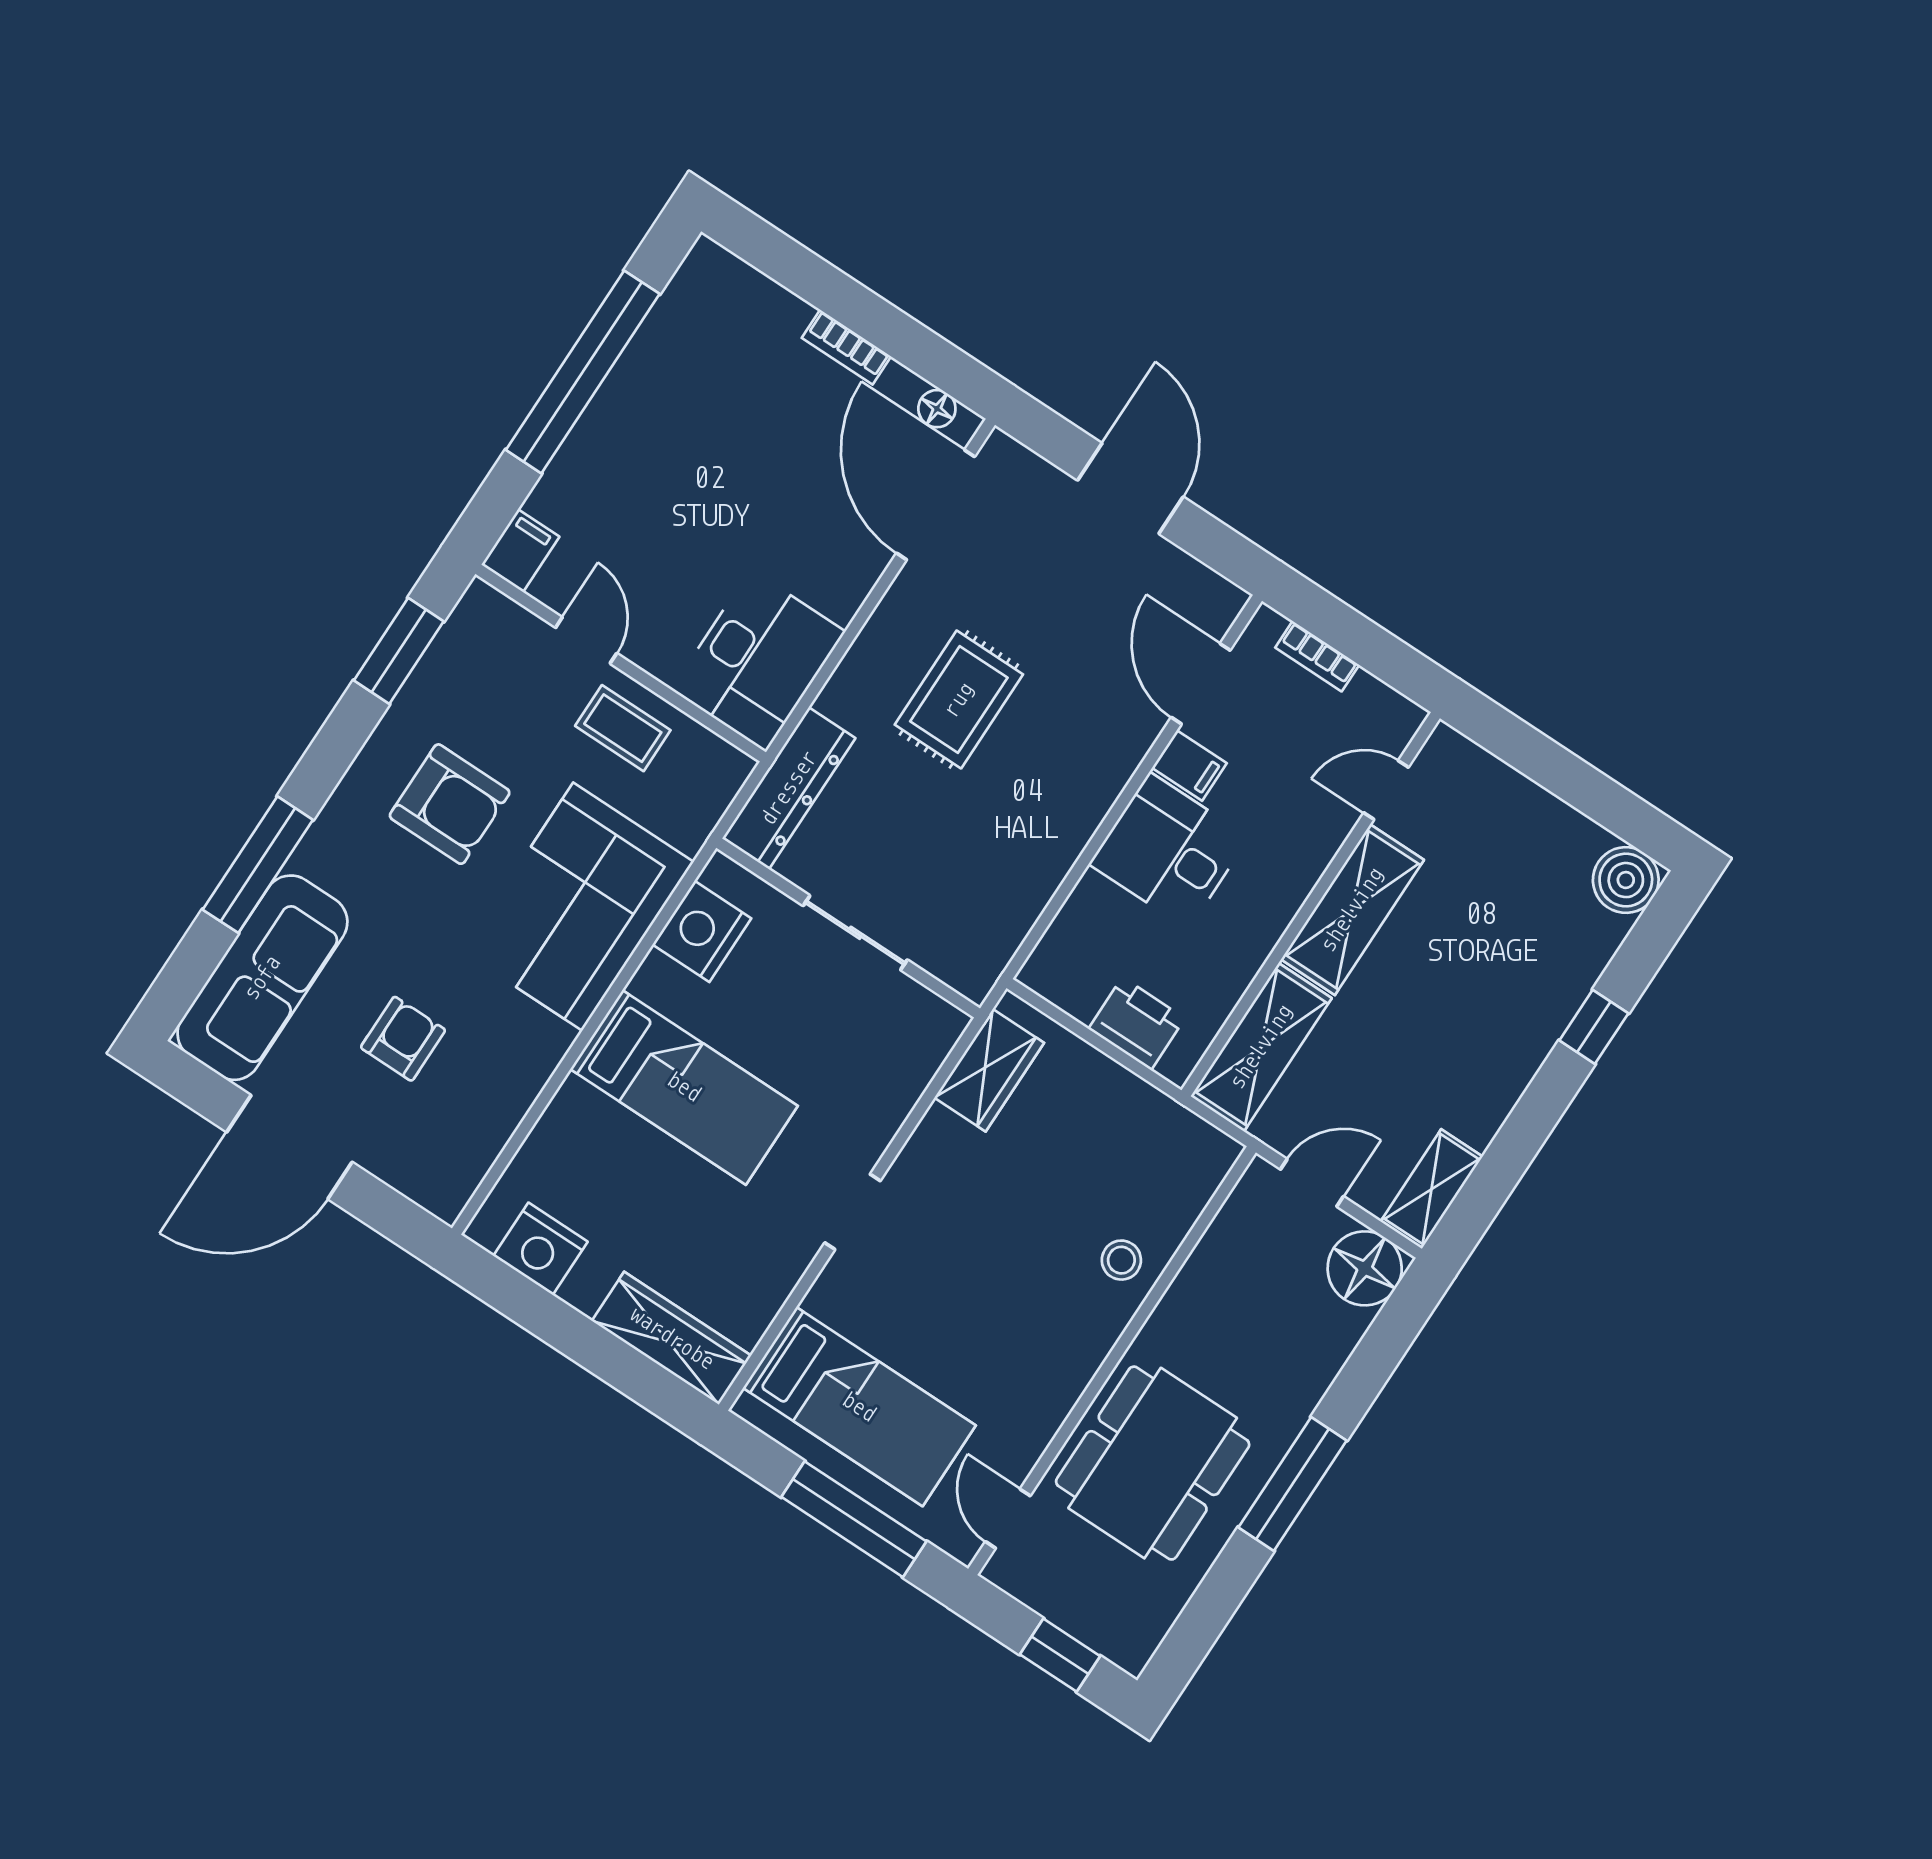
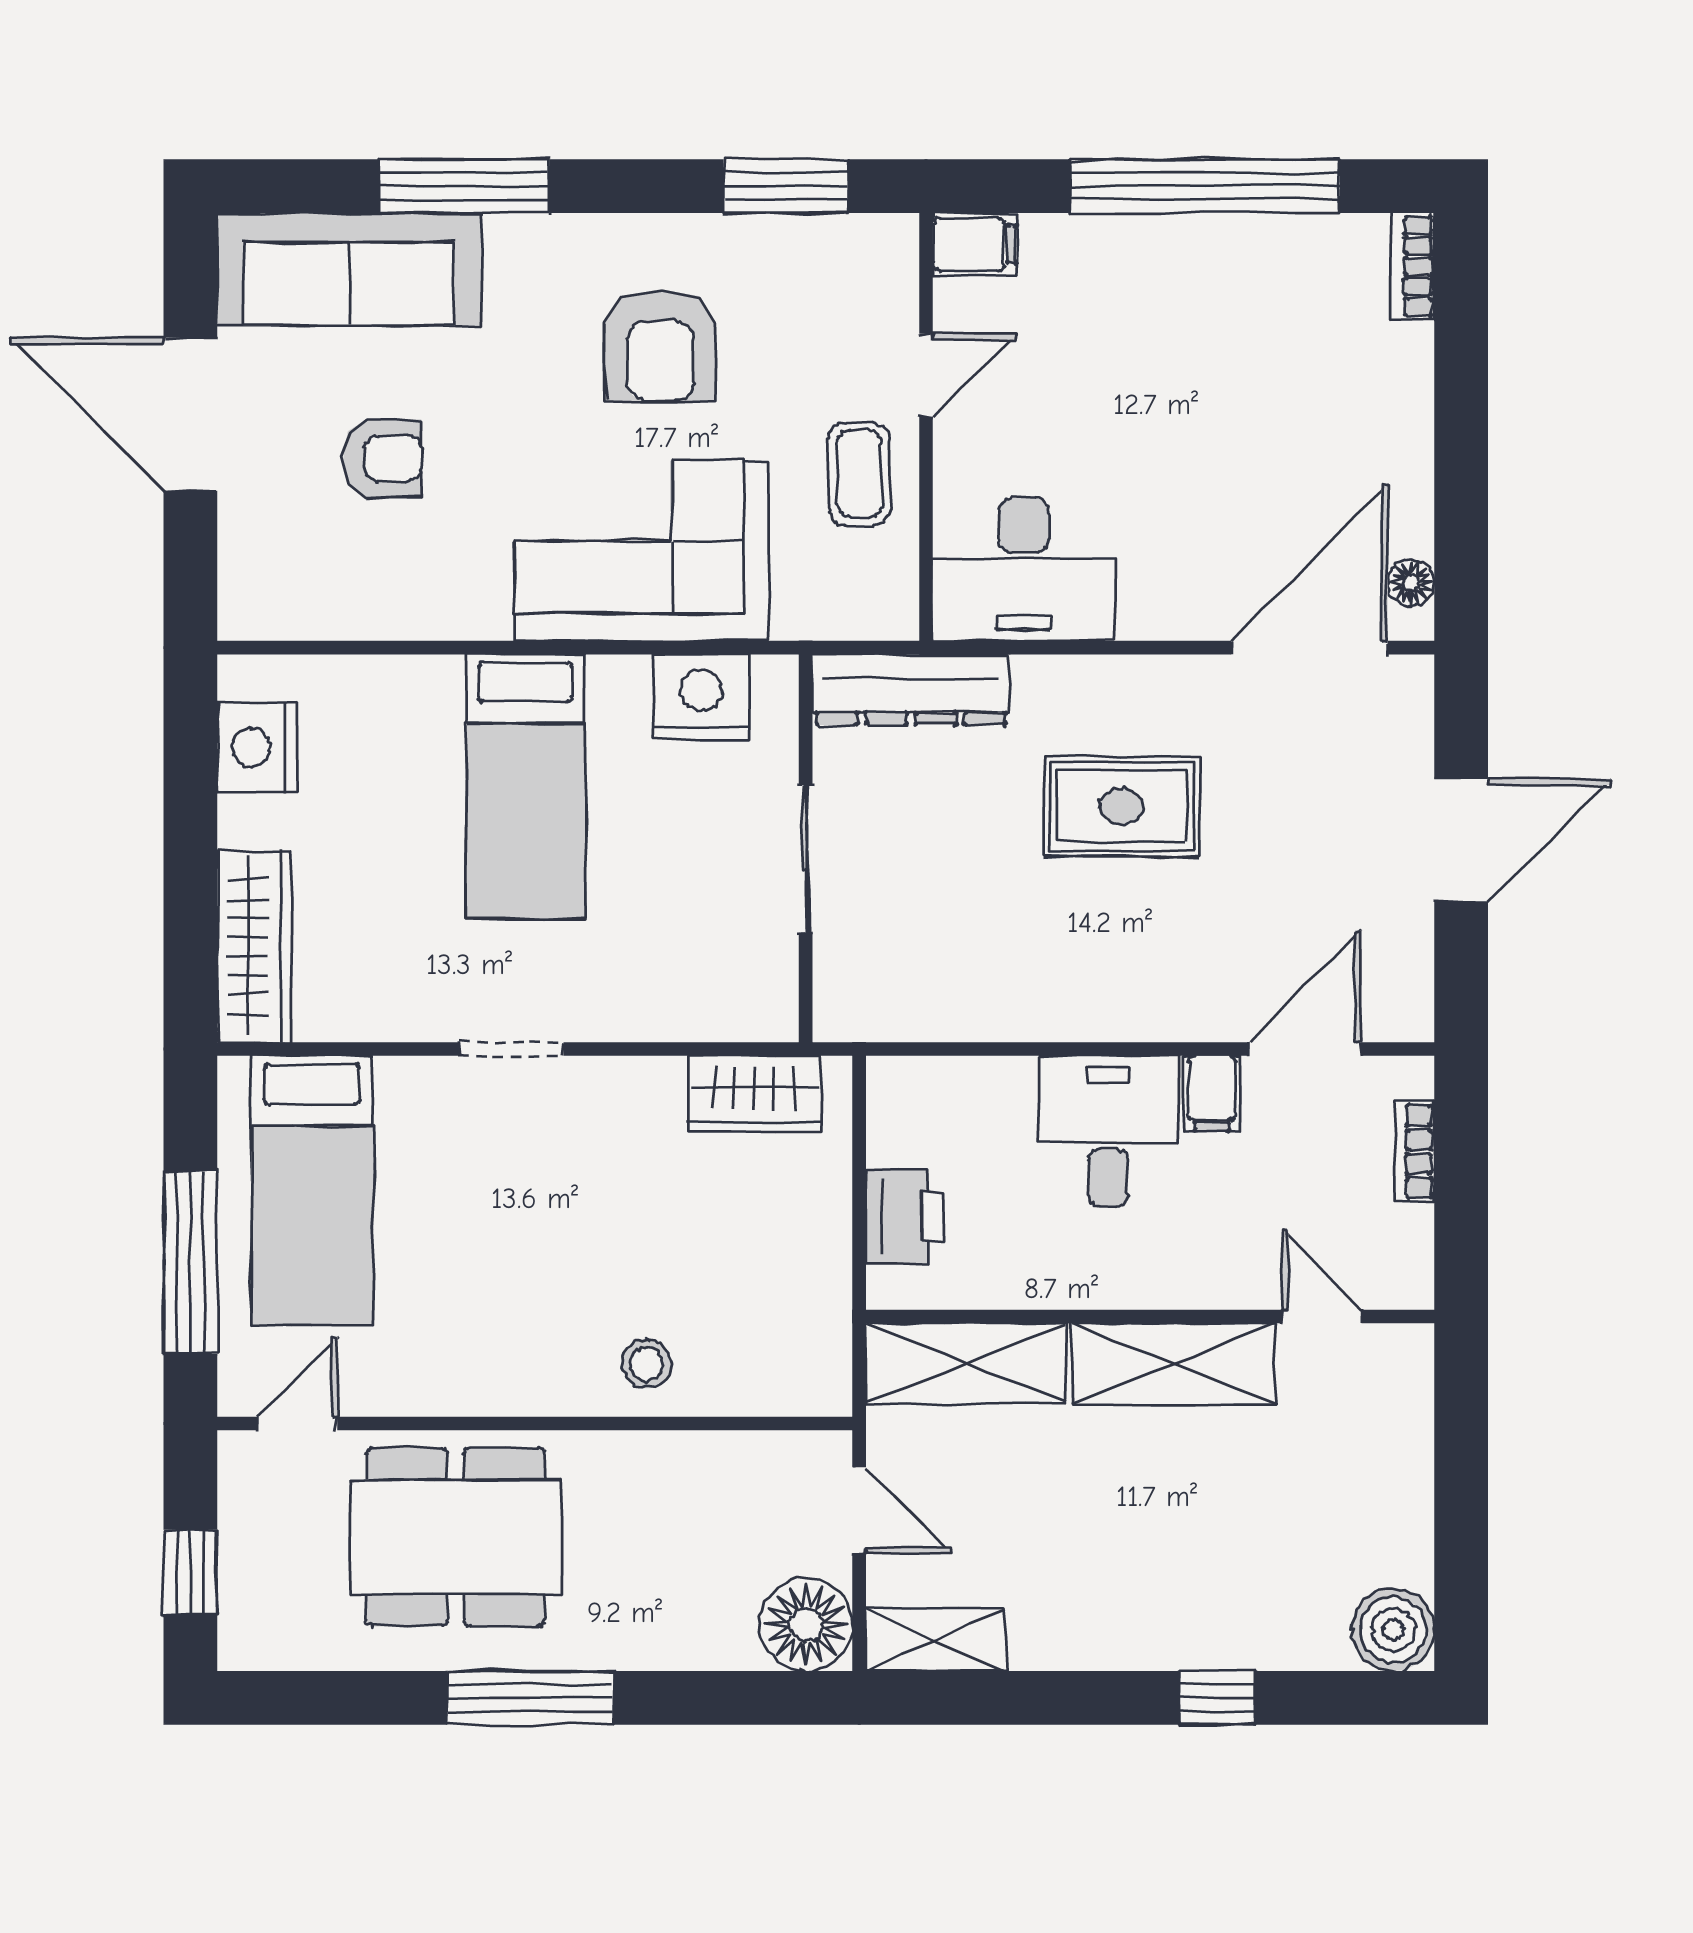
bookcase: (846, 347) -> (1413, 266), moved

